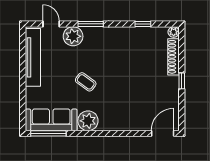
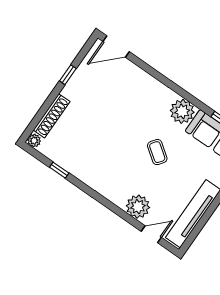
door: (51, 24) -> (151, 234), swing flipped
window: (91, 24) -> (112, 207), removed
window: (182, 81) -> (68, 75), moved

